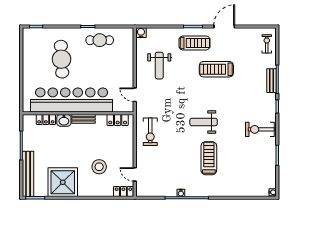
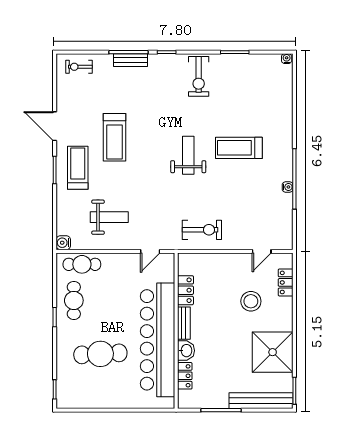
cafe table: (126, 46) -> (82, 264), added
locker: (118, 120) -> (185, 290), moved
weight bench: (204, 122) -> (188, 155), turned 180
locker: (123, 192) -> (286, 282), moved

